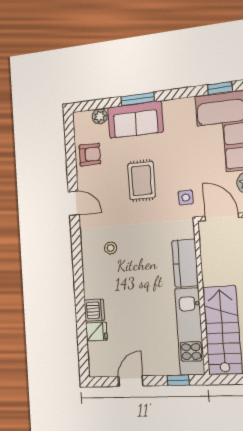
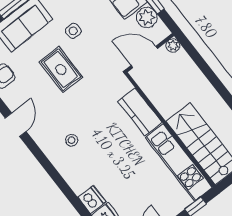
side table: (186, 198) -> (73, 31), moved
door: (74, 203) -> (16, 125), hinge flipped

